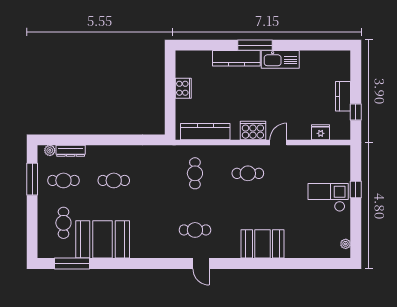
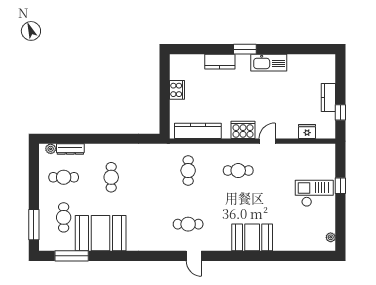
window: (255, 45) -> (245, 49), width x0.69
kitchen counter: (236, 58) -> (220, 62), width x0.67
window: (32, 179) -> (34, 225), moved
cafe table: (114, 180) -> (111, 177), turned 90

